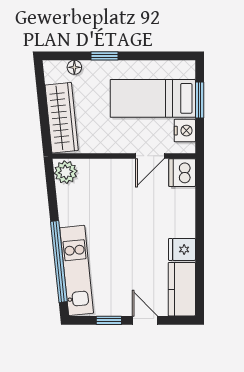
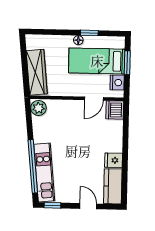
window: (105, 56) -> (89, 33), moved
floor lamp: (74, 67) -> (78, 40), moved
window: (109, 320) -> (52, 205), moved

